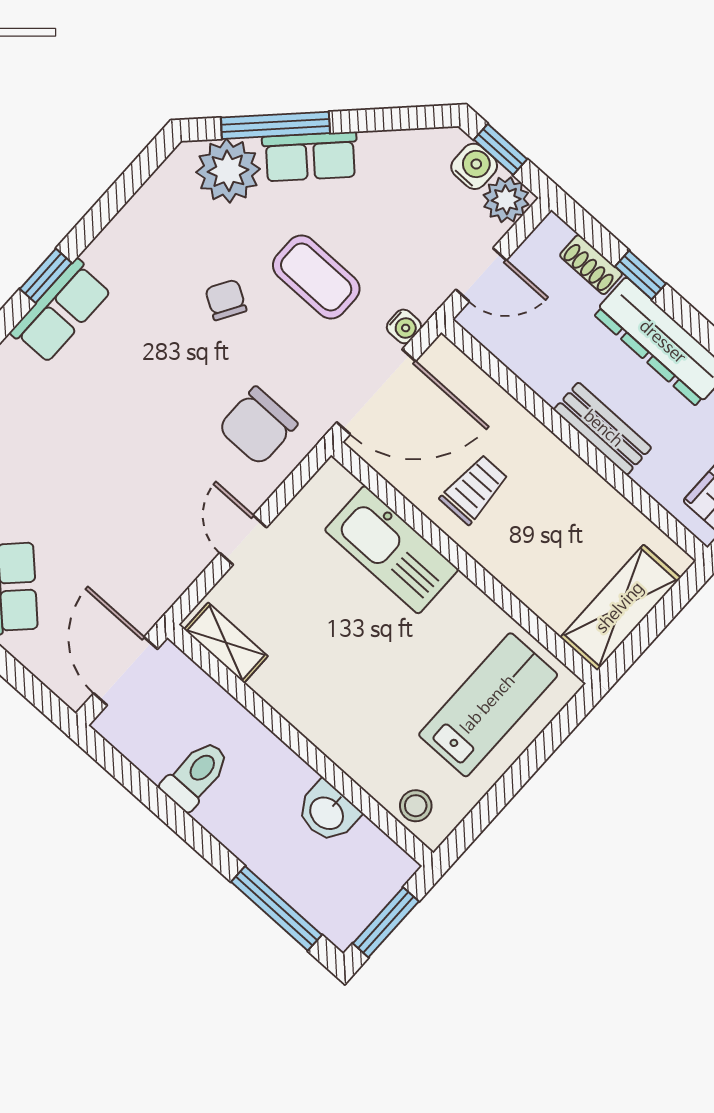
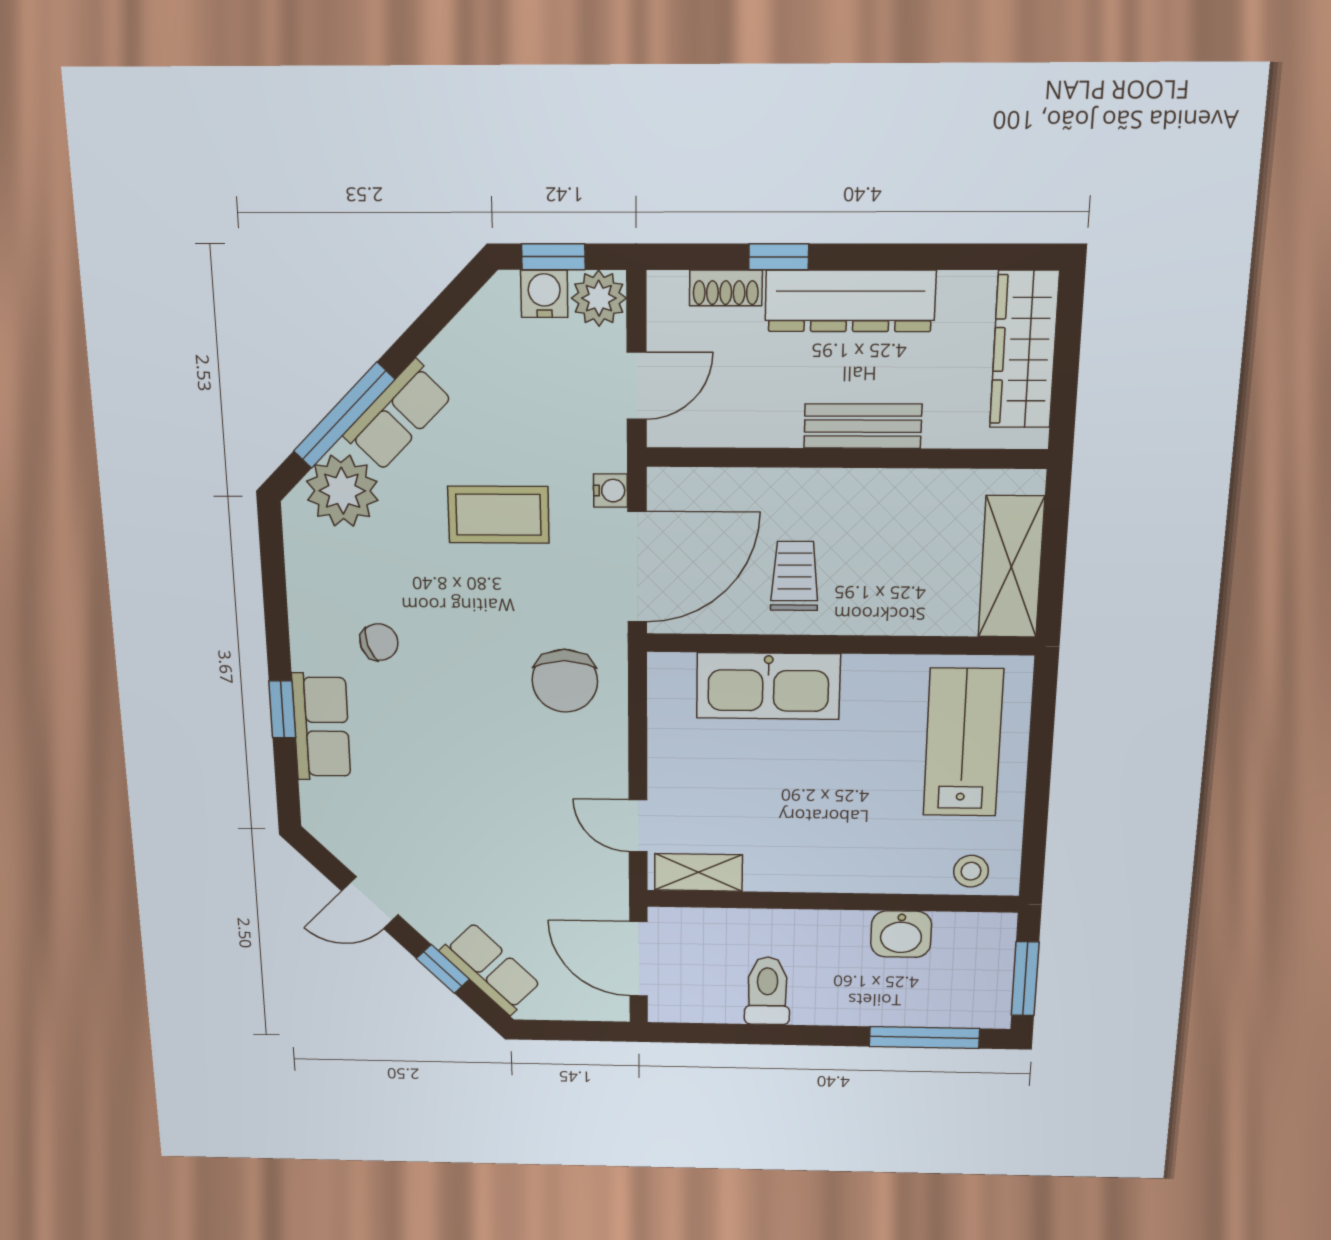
chair: (226, 300) -> (379, 642), moved, turned 131
door: (243, 540) -> (638, 826), moved

